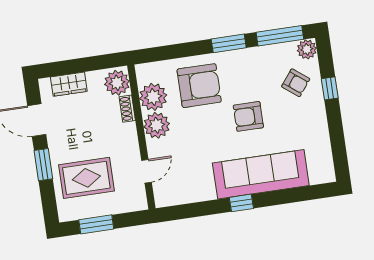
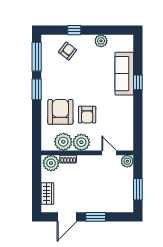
plant: (307, 49) -> (101, 41), moved
armchair: (248, 116) -> (87, 115), moved
sofa: (261, 174) -> (124, 74), width x0.74, depth x0.79
rug: (86, 178) -> (108, 191), removed
plant: (138, 201) -> (127, 161), added
window: (241, 203) -> (138, 82), moved

